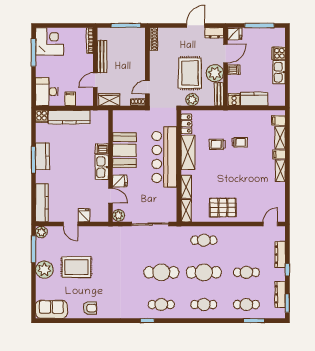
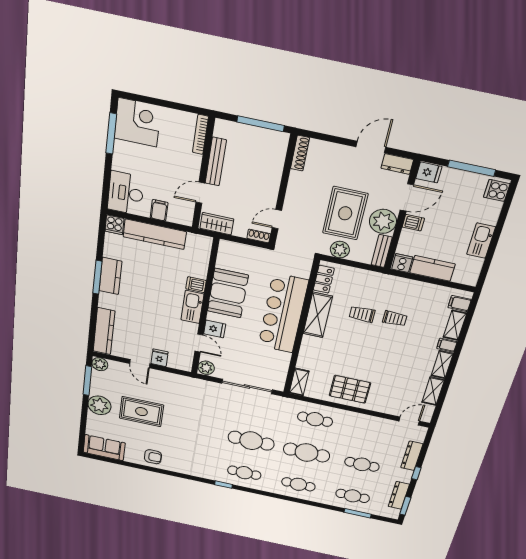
cooker: (279, 53) -> (497, 190), moved
shelving: (186, 187) -> (433, 391), moved

